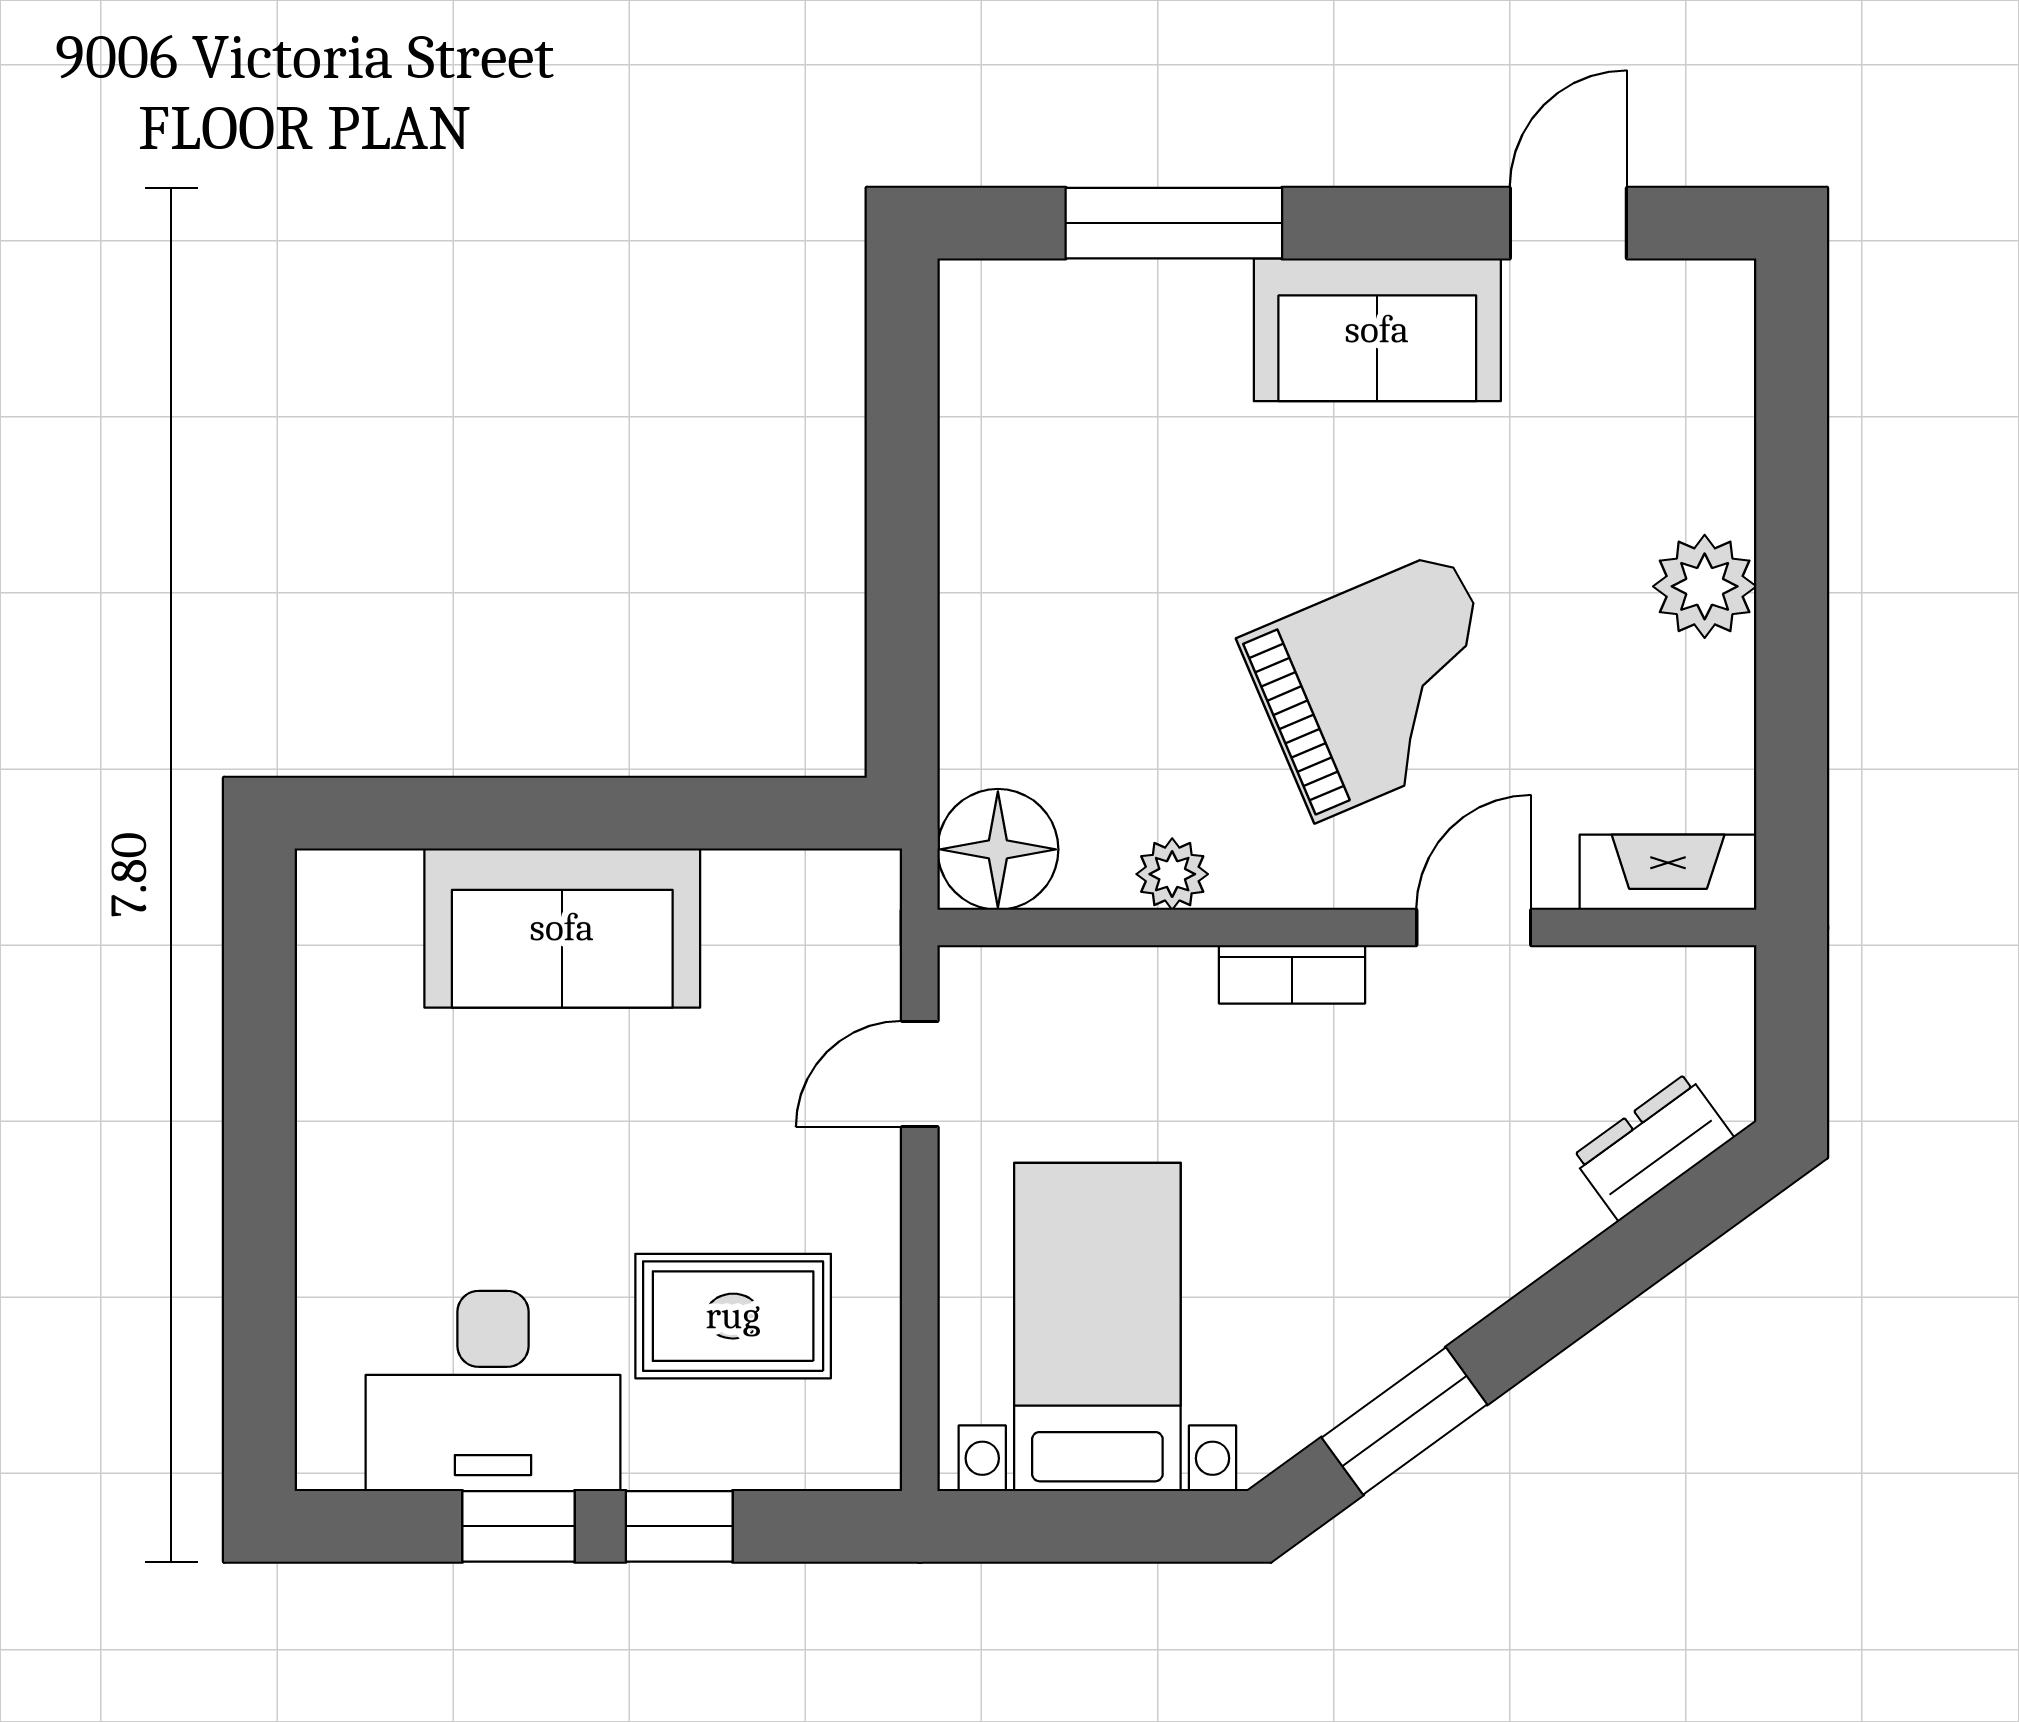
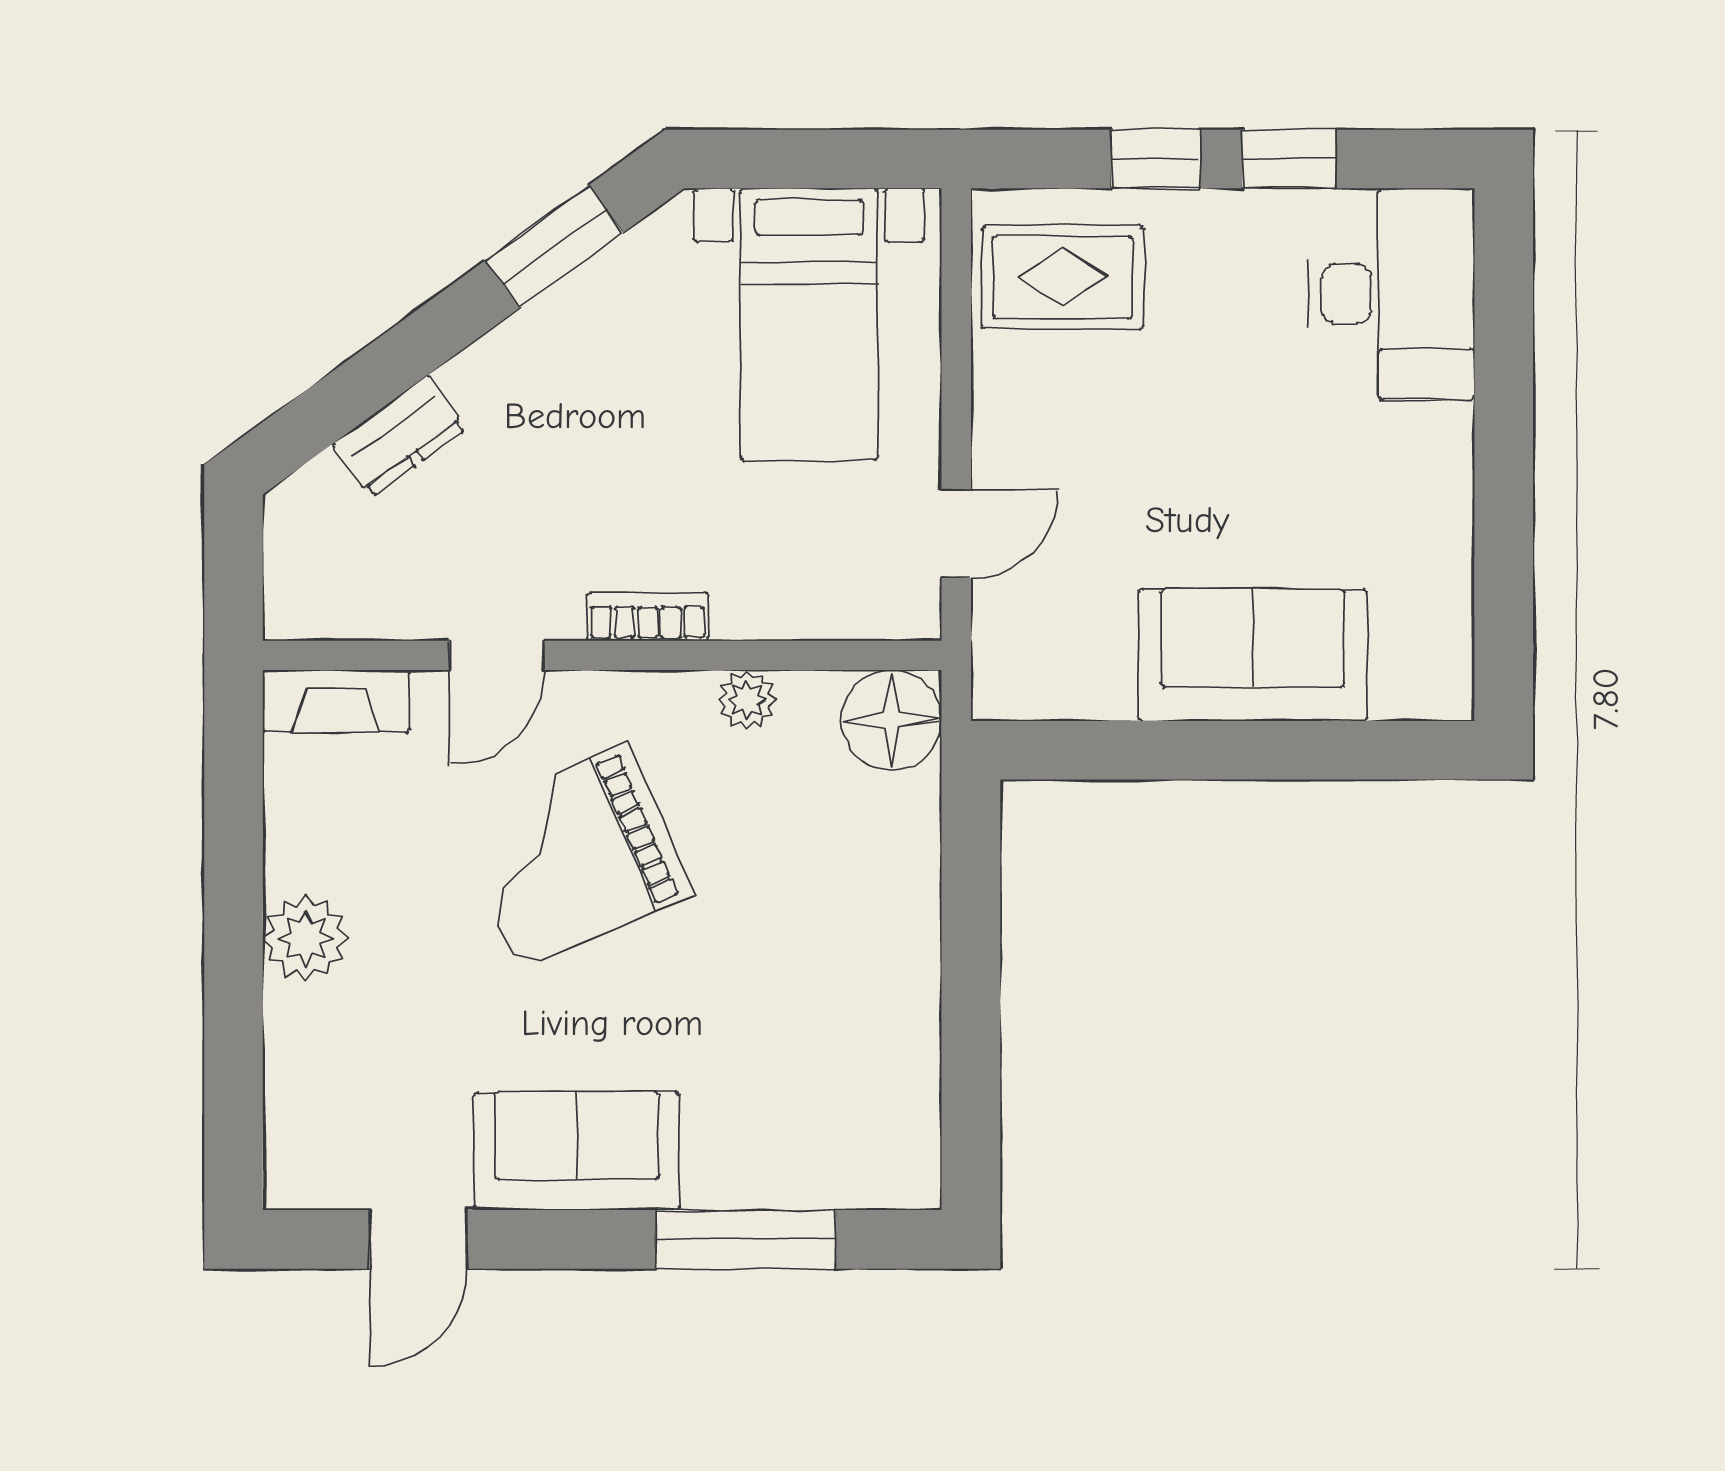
dresser: (1653, 1147) -> (400, 436), moved
rug: (733, 1316) -> (1063, 277), moved
desk: (493, 1391) -> (1391, 294), moved, turned 90

